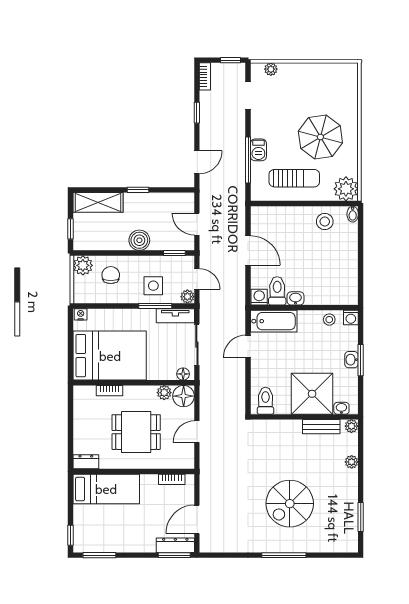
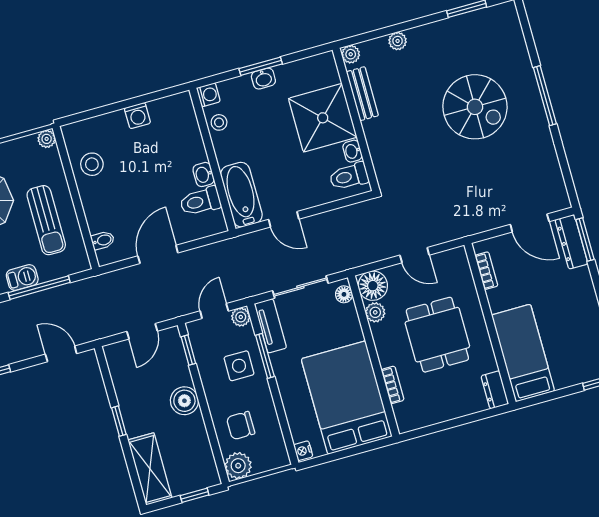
sun lounger: (294, 178) -> (46, 220), turned 180
plant: (346, 189) -> (47, 139), width x0.53, depth x0.53
bidet: (353, 214) -> (103, 240), moved
washing machine: (259, 297) -> (137, 116), moved, turned -90
washbasin: (341, 408) -> (352, 151), moved

